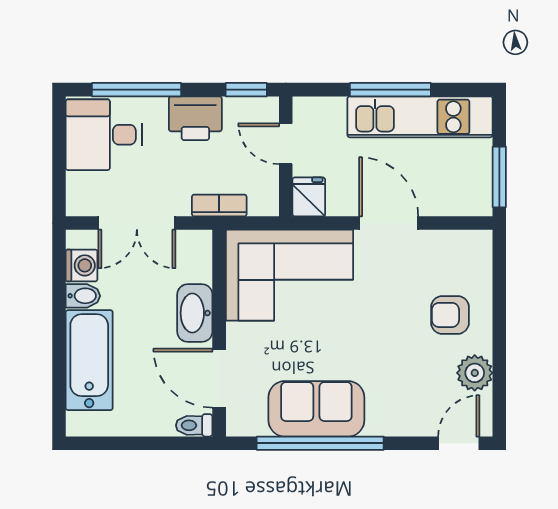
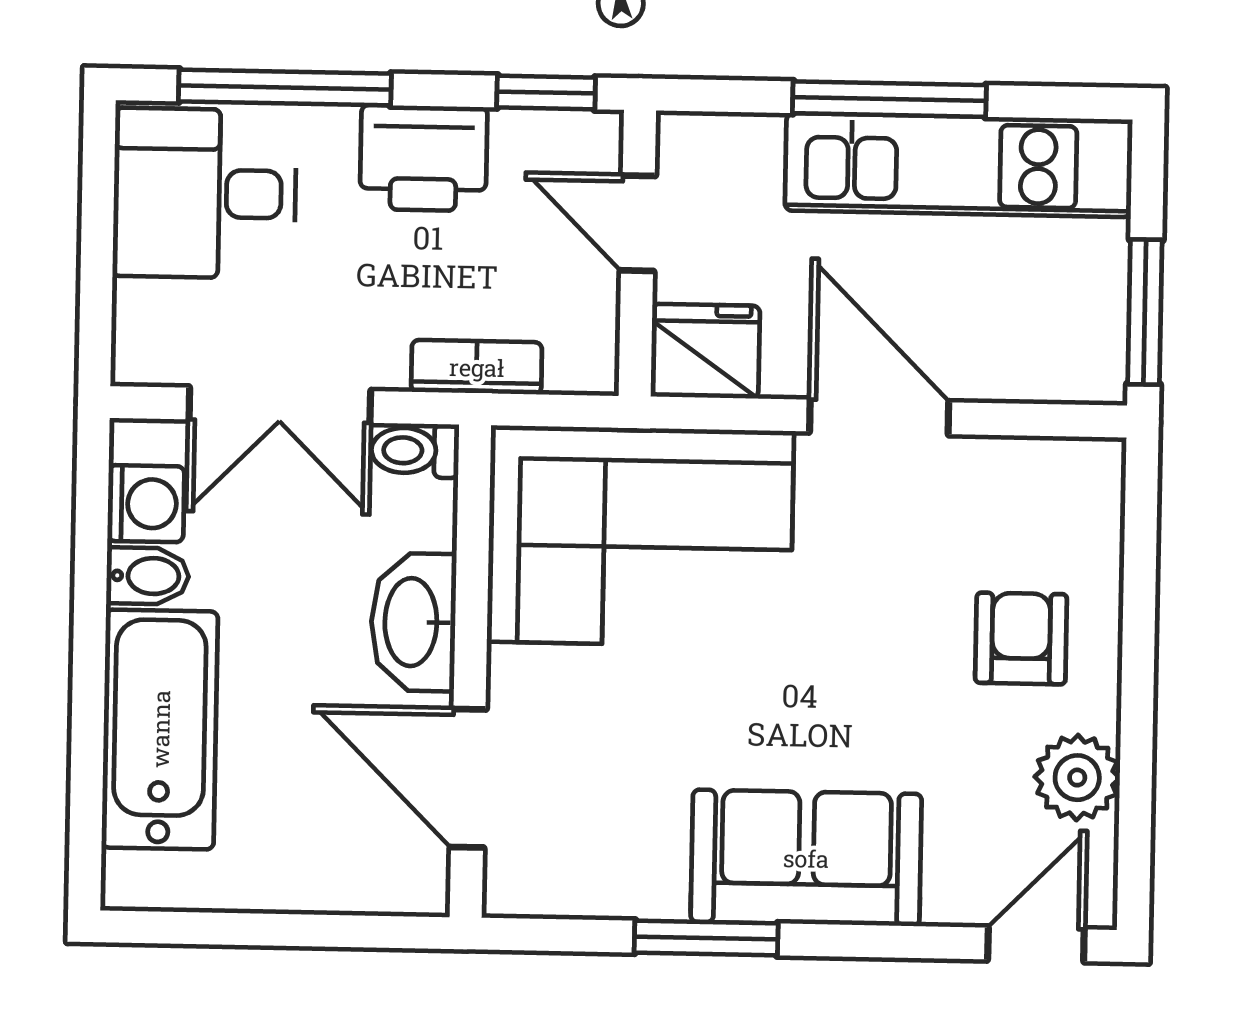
fridge: (309, 197) -> (705, 351), width x1.38
armchair: (450, 315) -> (1021, 638), turned 90
sofa: (316, 409) -> (806, 858), moved
toilet: (194, 425) -> (415, 451), moved
window: (320, 443) -> (706, 938), width x0.47

